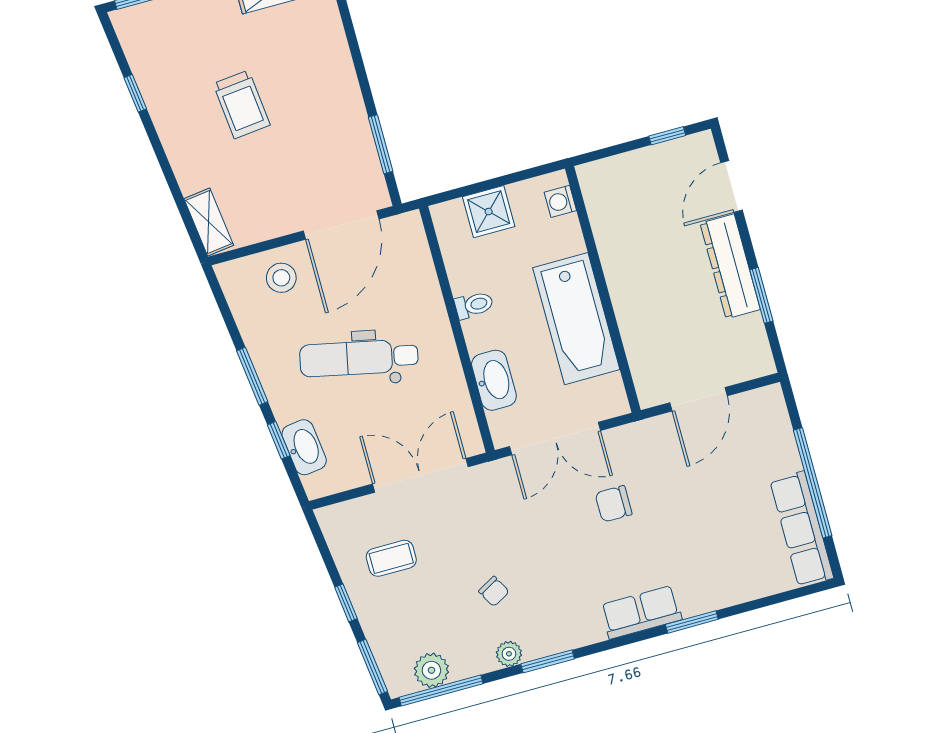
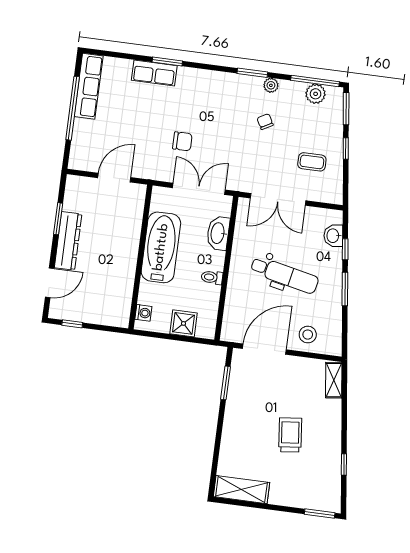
washbasin: (304, 447) -> (333, 236), width x0.72
row of seats: (641, 612) -> (154, 73), moved

